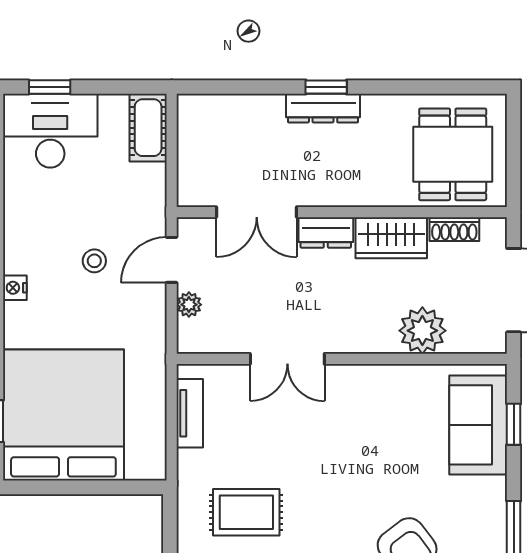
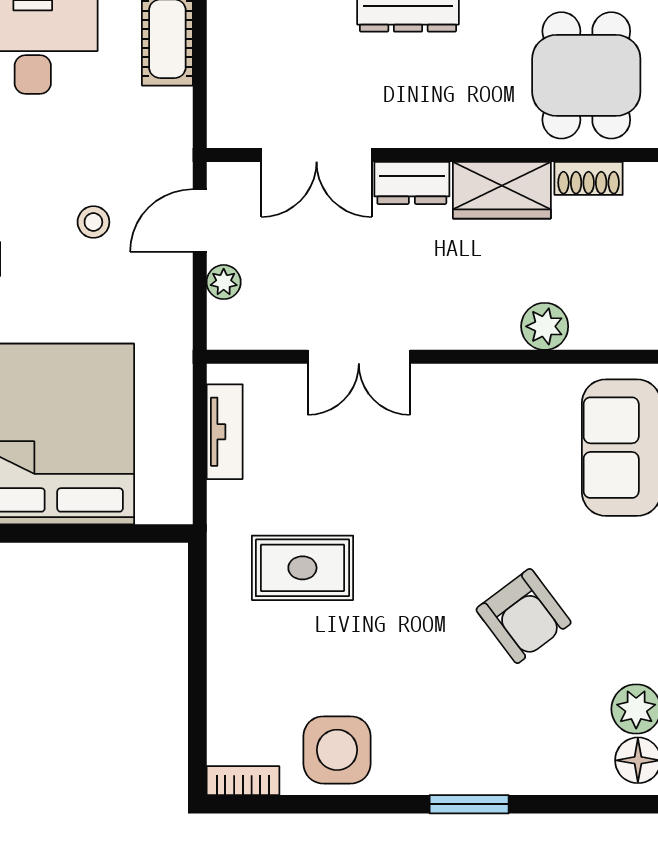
plant: (422, 331) -> (545, 326), width x0.73, depth x0.73

